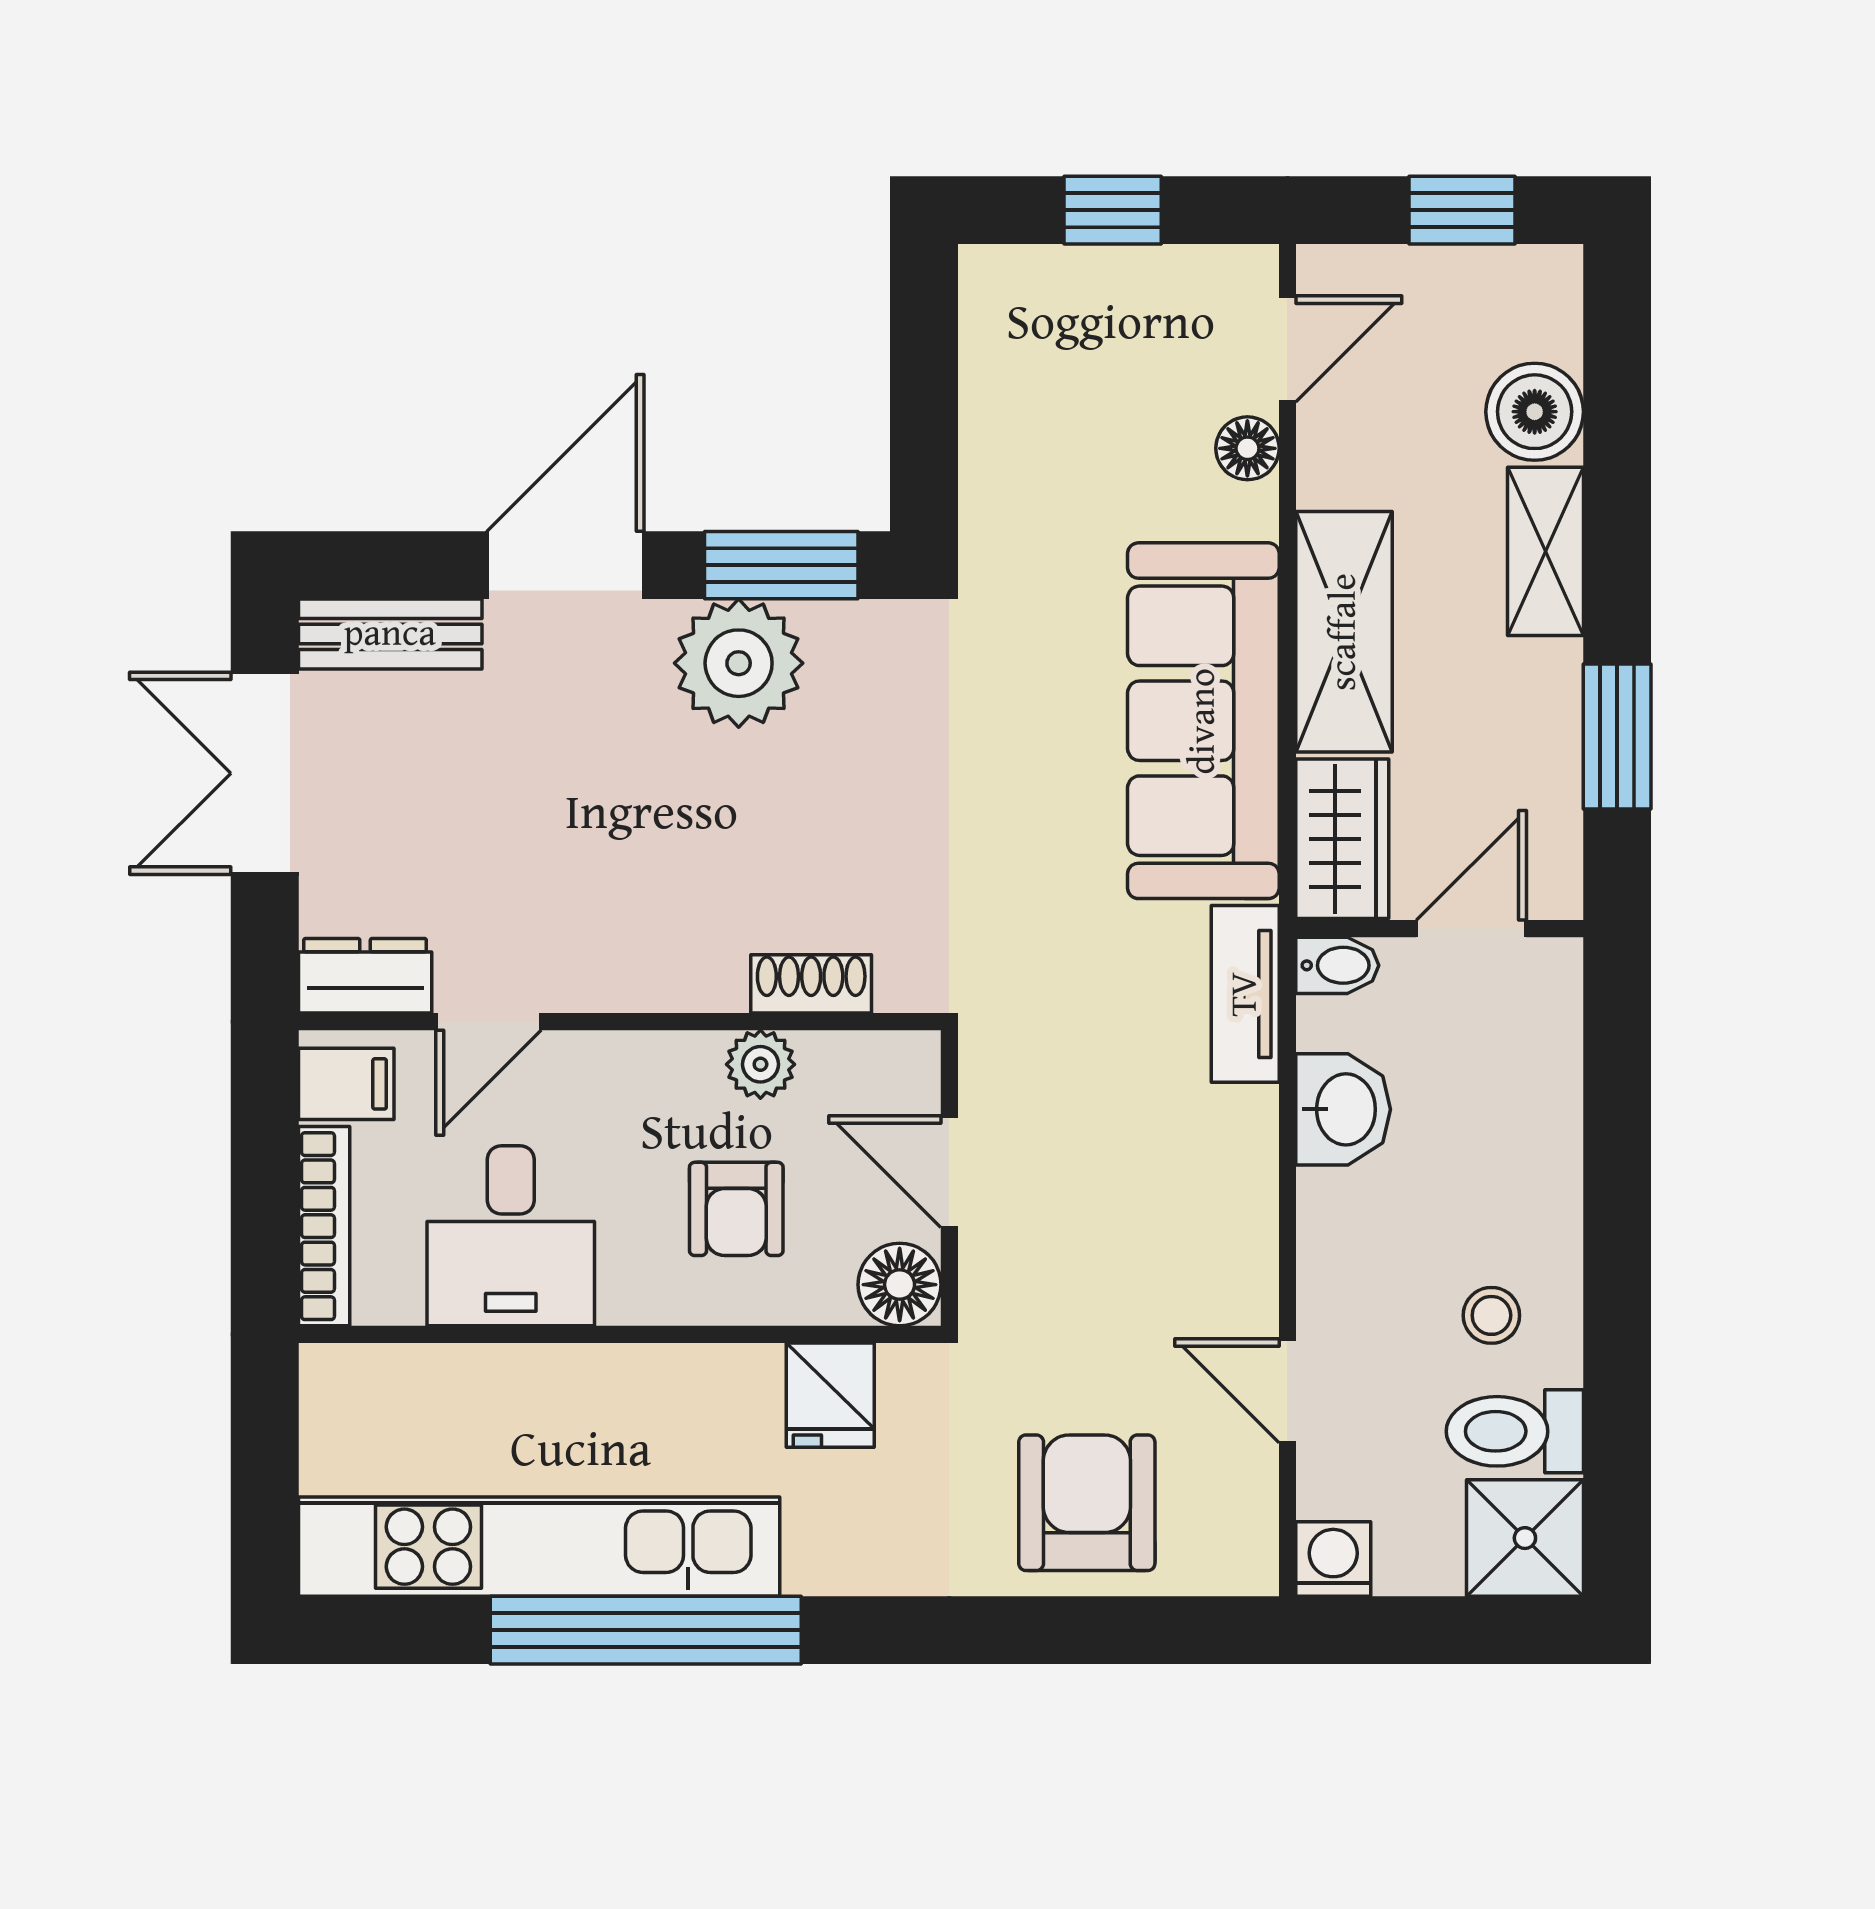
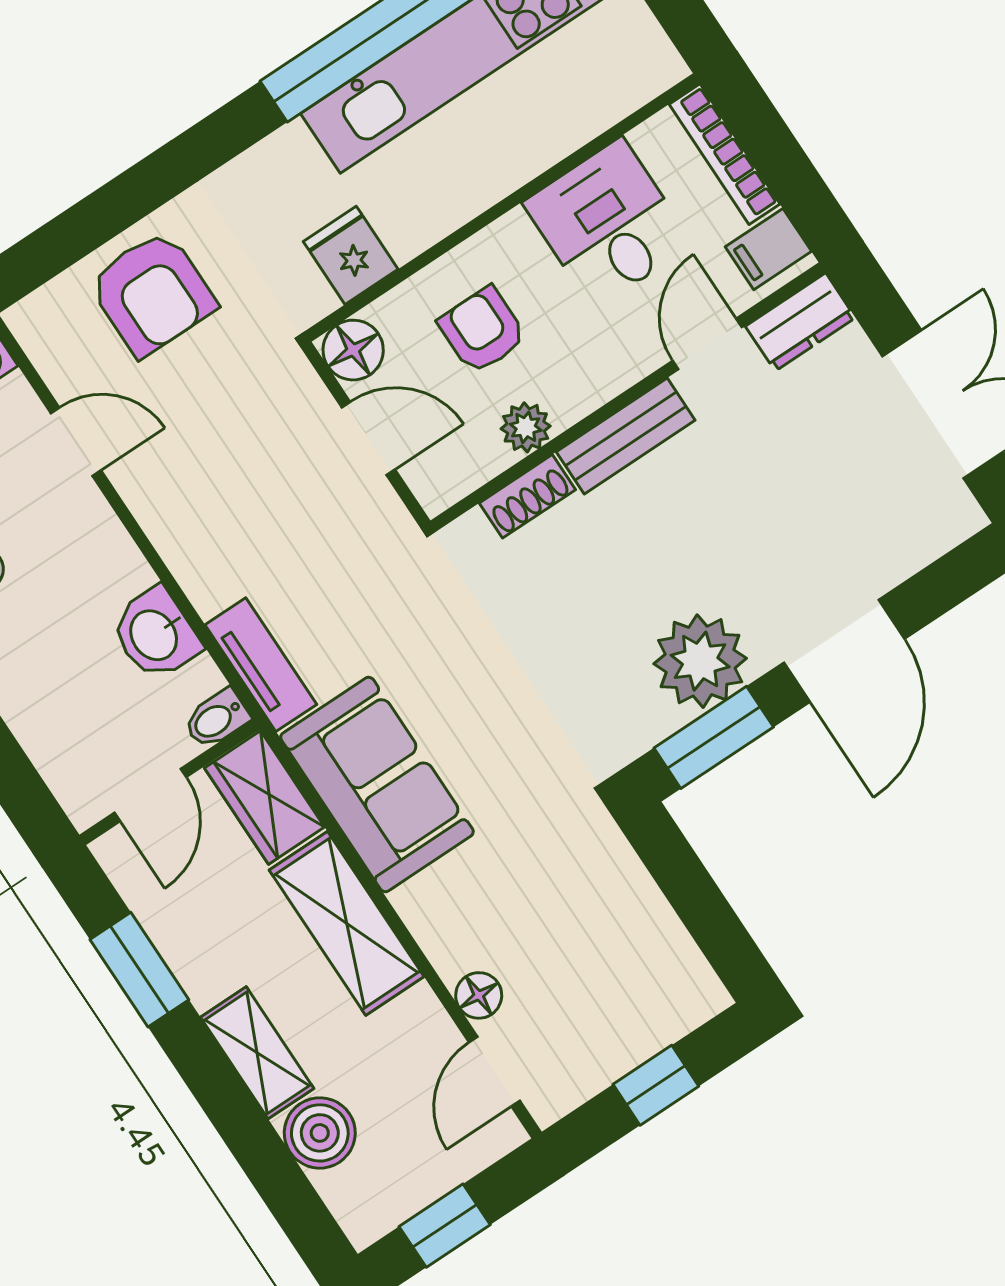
bench: (390, 634) -> (626, 436), moved
sofa: (1203, 721) -> (377, 784), width x0.73

